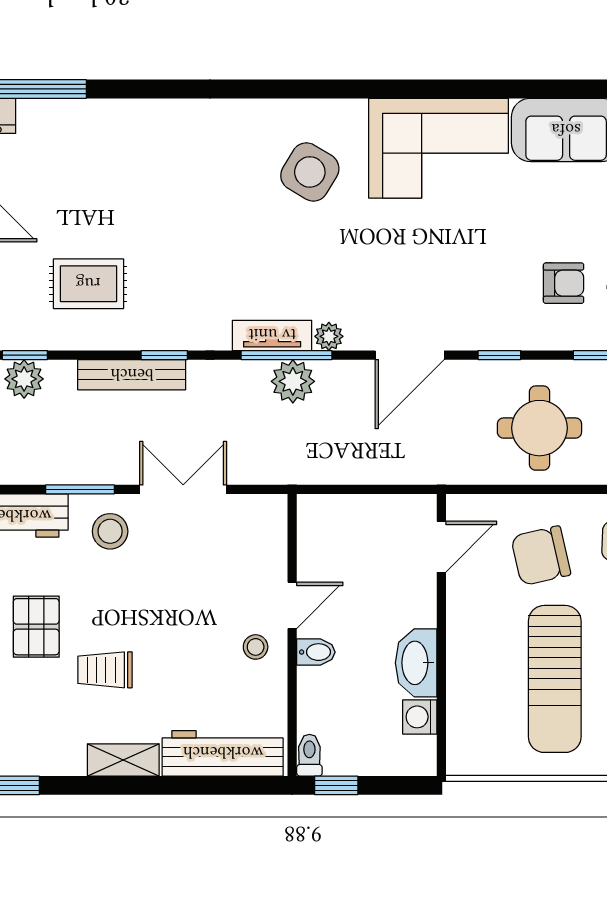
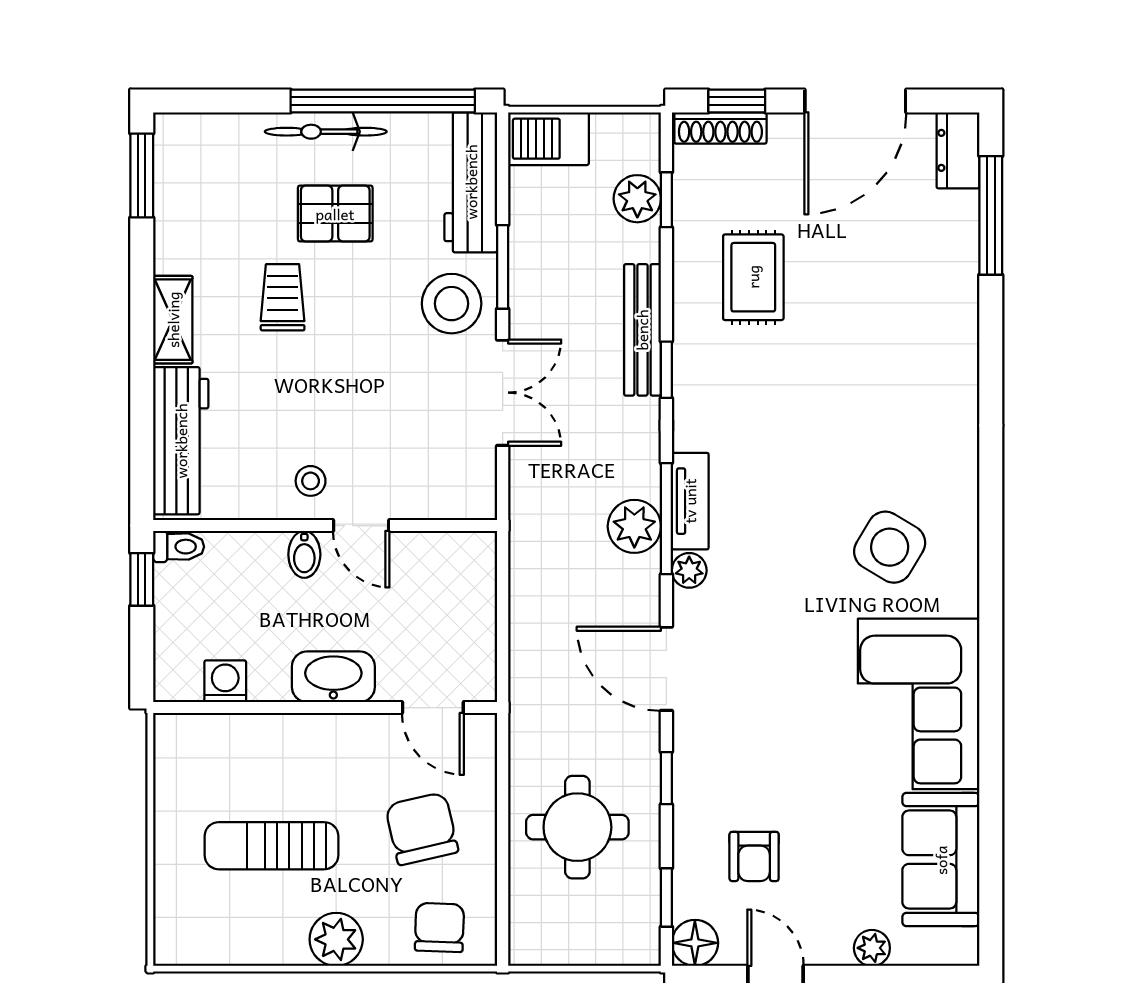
stool: (110, 531) -> (452, 304), width x1.38, depth x1.38
washbasin: (416, 663) -> (333, 677), moved
sun lounger: (555, 679) -> (271, 846), width x0.73, depth x0.75

